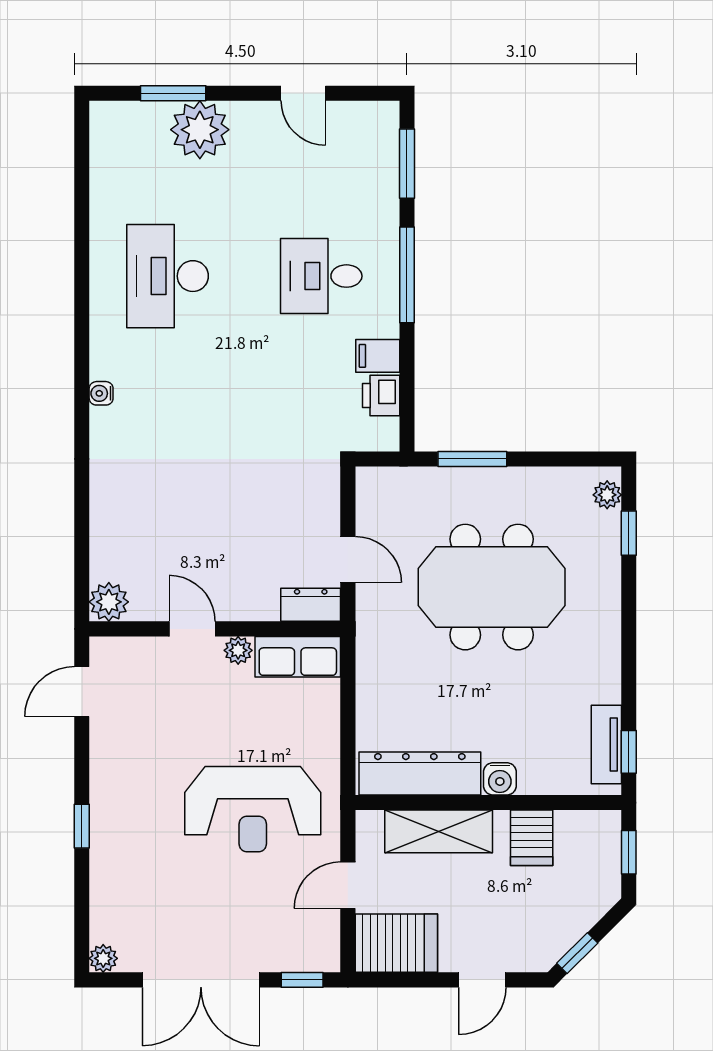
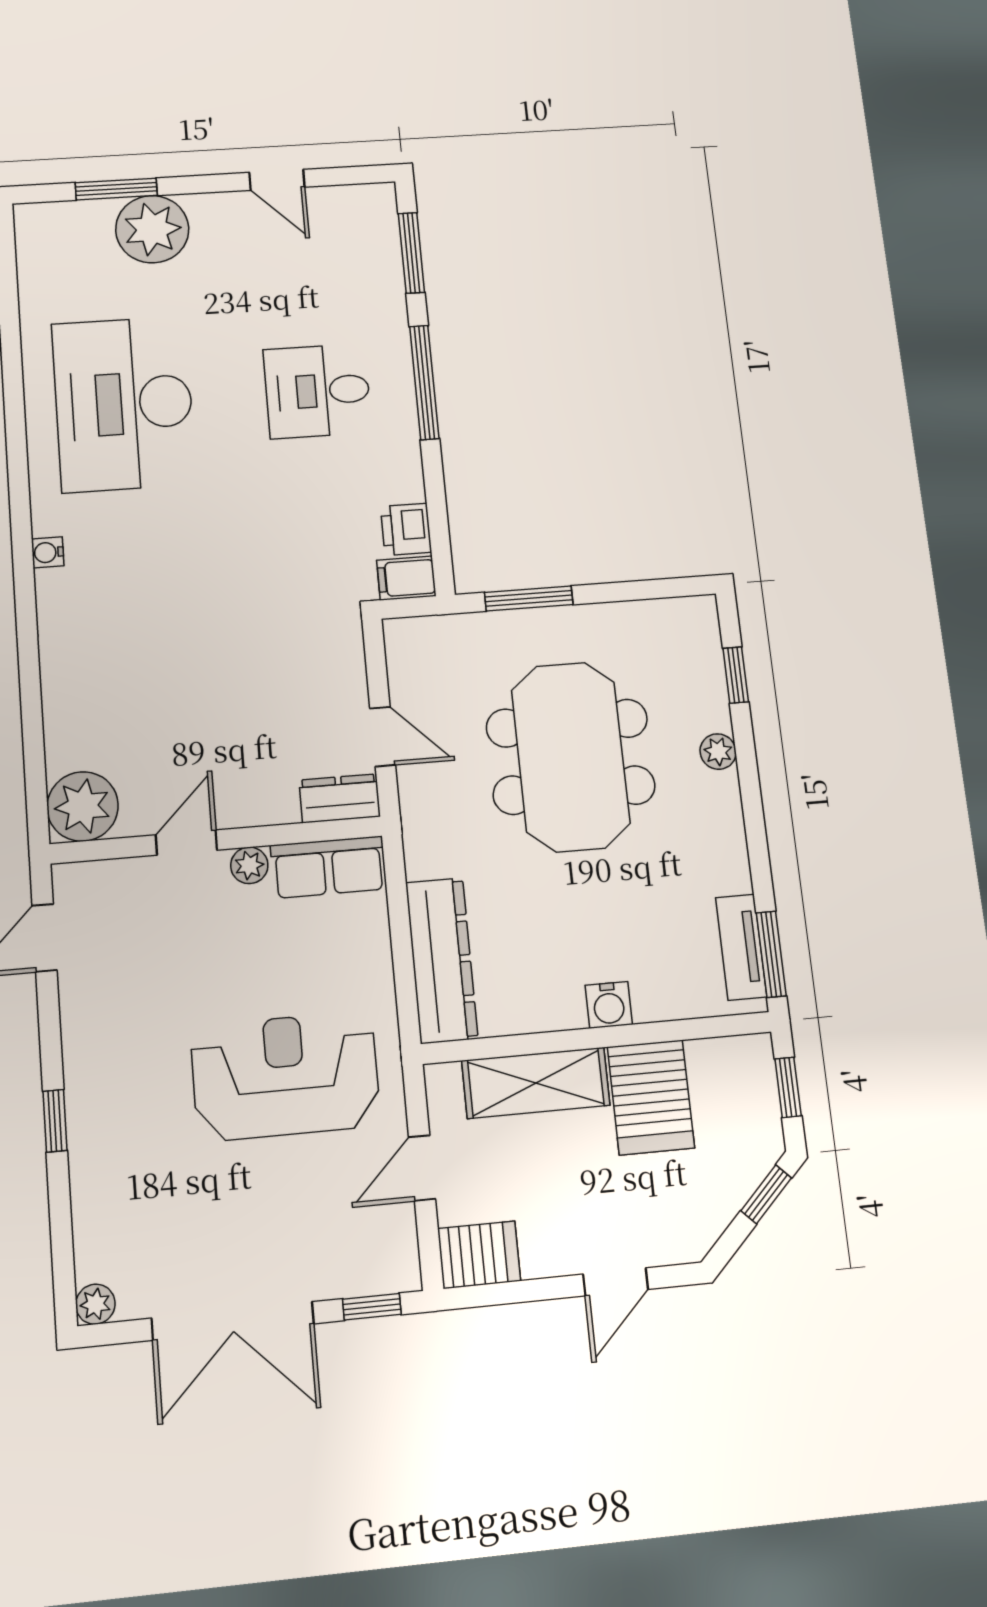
desk: (168, 276) -> (124, 404), width x1.36, depth x1.30
filing cabinet: (378, 356) -> (406, 578), moved
plant: (607, 495) -> (718, 752), moved
meeting table: (492, 587) -> (571, 757), turned 90
plant: (109, 602) -> (83, 806), width x1.36, depth x1.36
door: (192, 629) -> (186, 843), hinge flipped
window: (629, 752) -> (771, 954), width x1.50
dresser: (420, 773) -> (442, 960), moved, turned 90
reception desk: (253, 809) -> (285, 1076), turned 180
server rack: (532, 838) -> (651, 1097), width x1.36, depth x1.44
server rack: (396, 943) -> (479, 1255), width x0.73, depth x0.70
window: (577, 953) -> (766, 1194), moved

